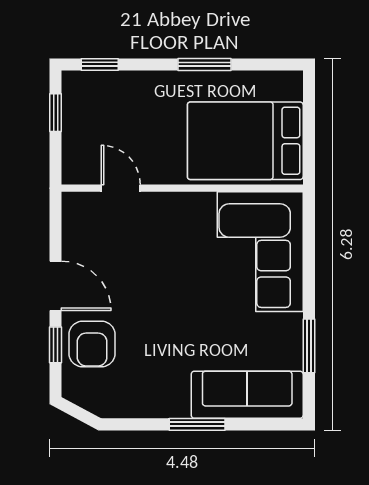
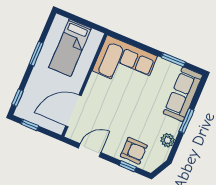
bed: (245, 141) -> (70, 48), width x0.67
door: (121, 188) -> (73, 111), width x1.87
door: (56, 286) -> (90, 150), moved
plant: (142, 403) -> (168, 140), added

